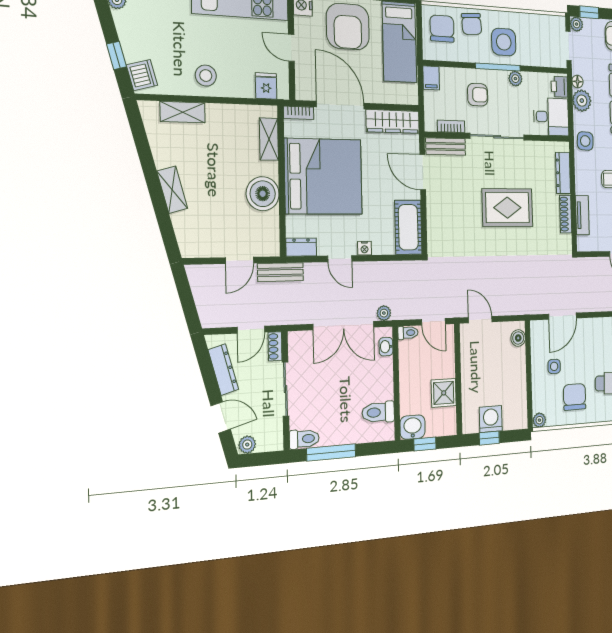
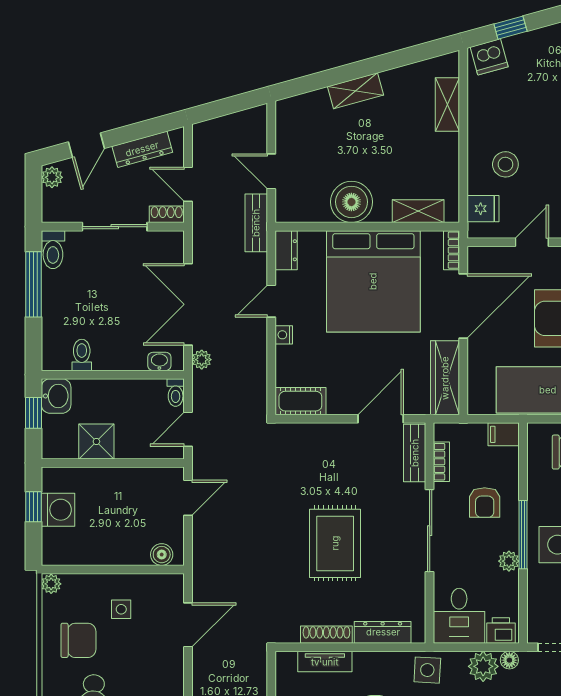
stool: (206, 76) -> (505, 164), moved
cot: (408, 227) -> (300, 401), width x0.73, depth x0.75
door: (563, 316) -> (188, 625), swing flipped
toilet: (378, 412) -> (82, 355), width x0.73, depth x0.72

